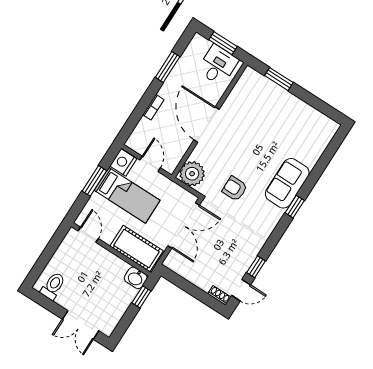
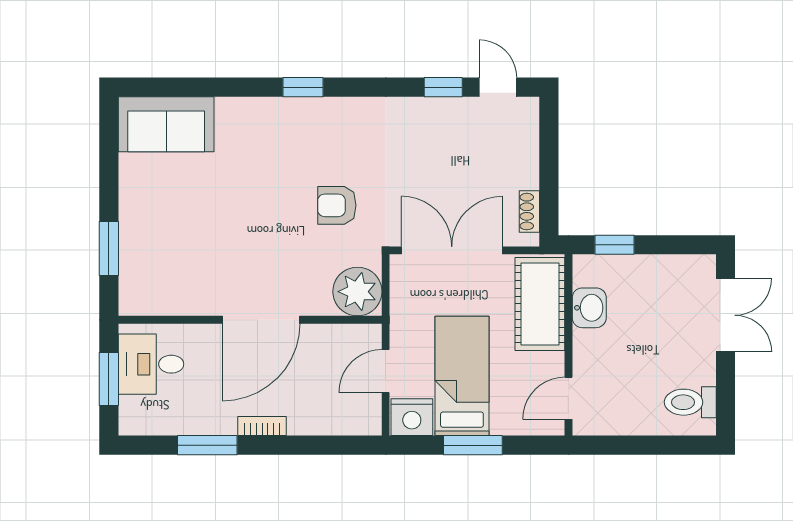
bookcase: (153, 107) -> (262, 426), moved
sofa: (287, 183) -> (166, 124), moved
armchair: (235, 189) -> (337, 205), turned 90
washbasin: (136, 278) -> (589, 308), moved
shoe rack: (219, 295) -> (529, 212), moved

